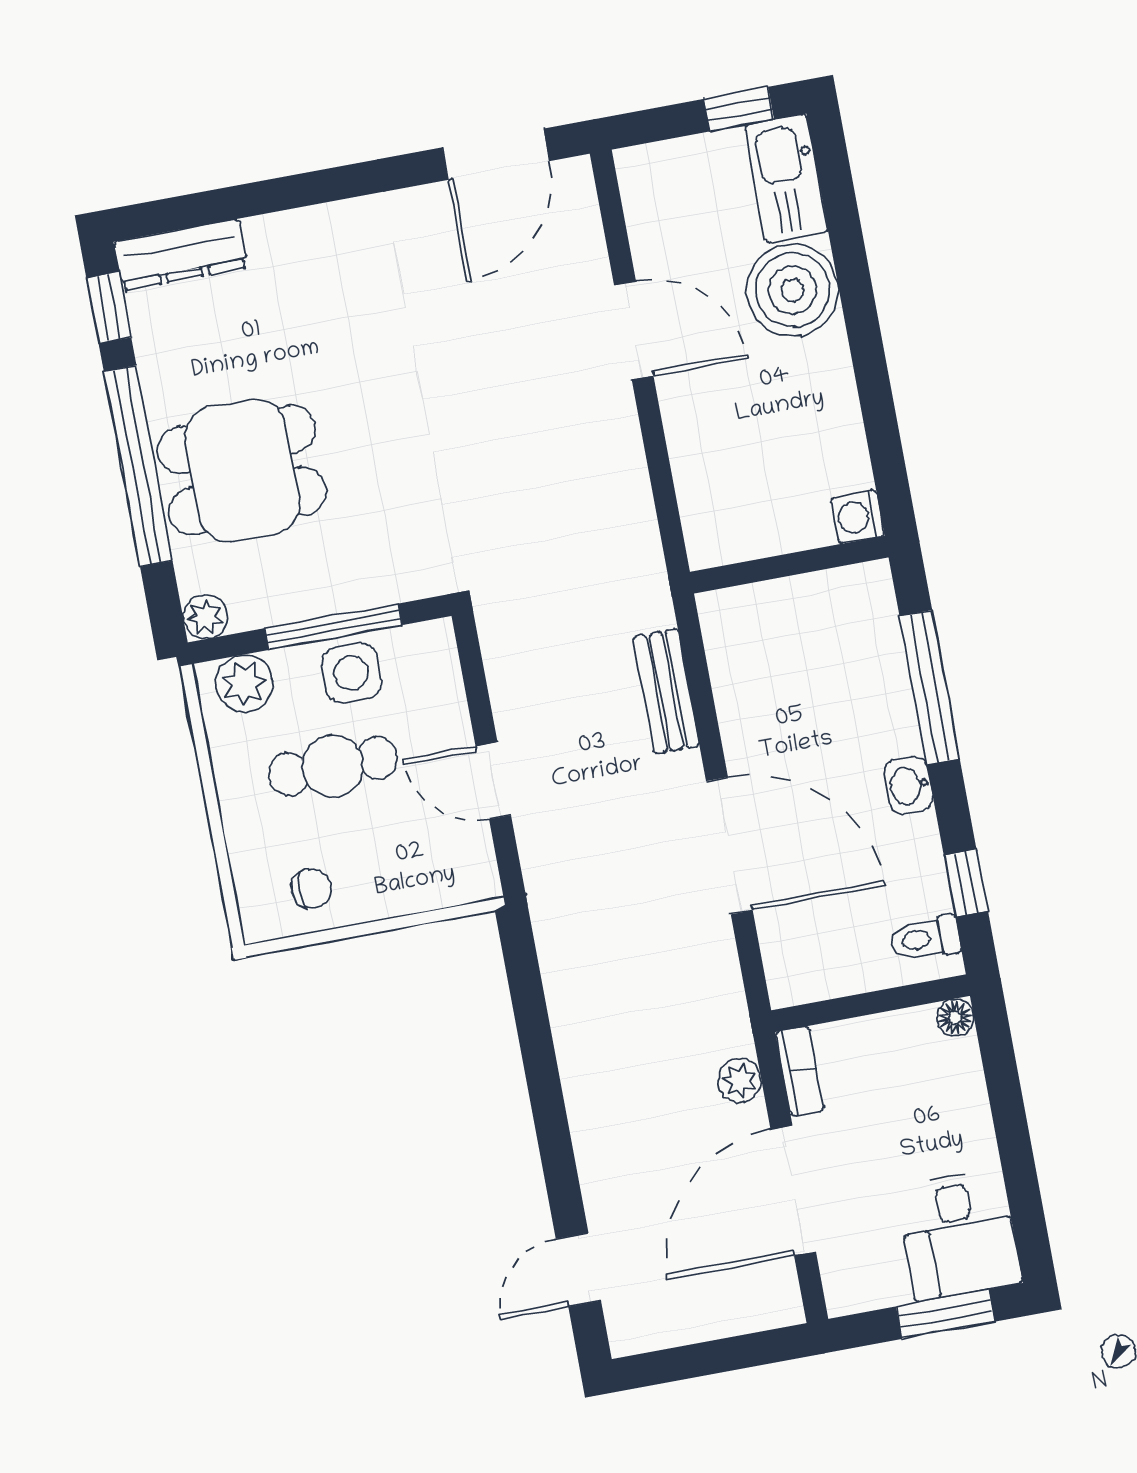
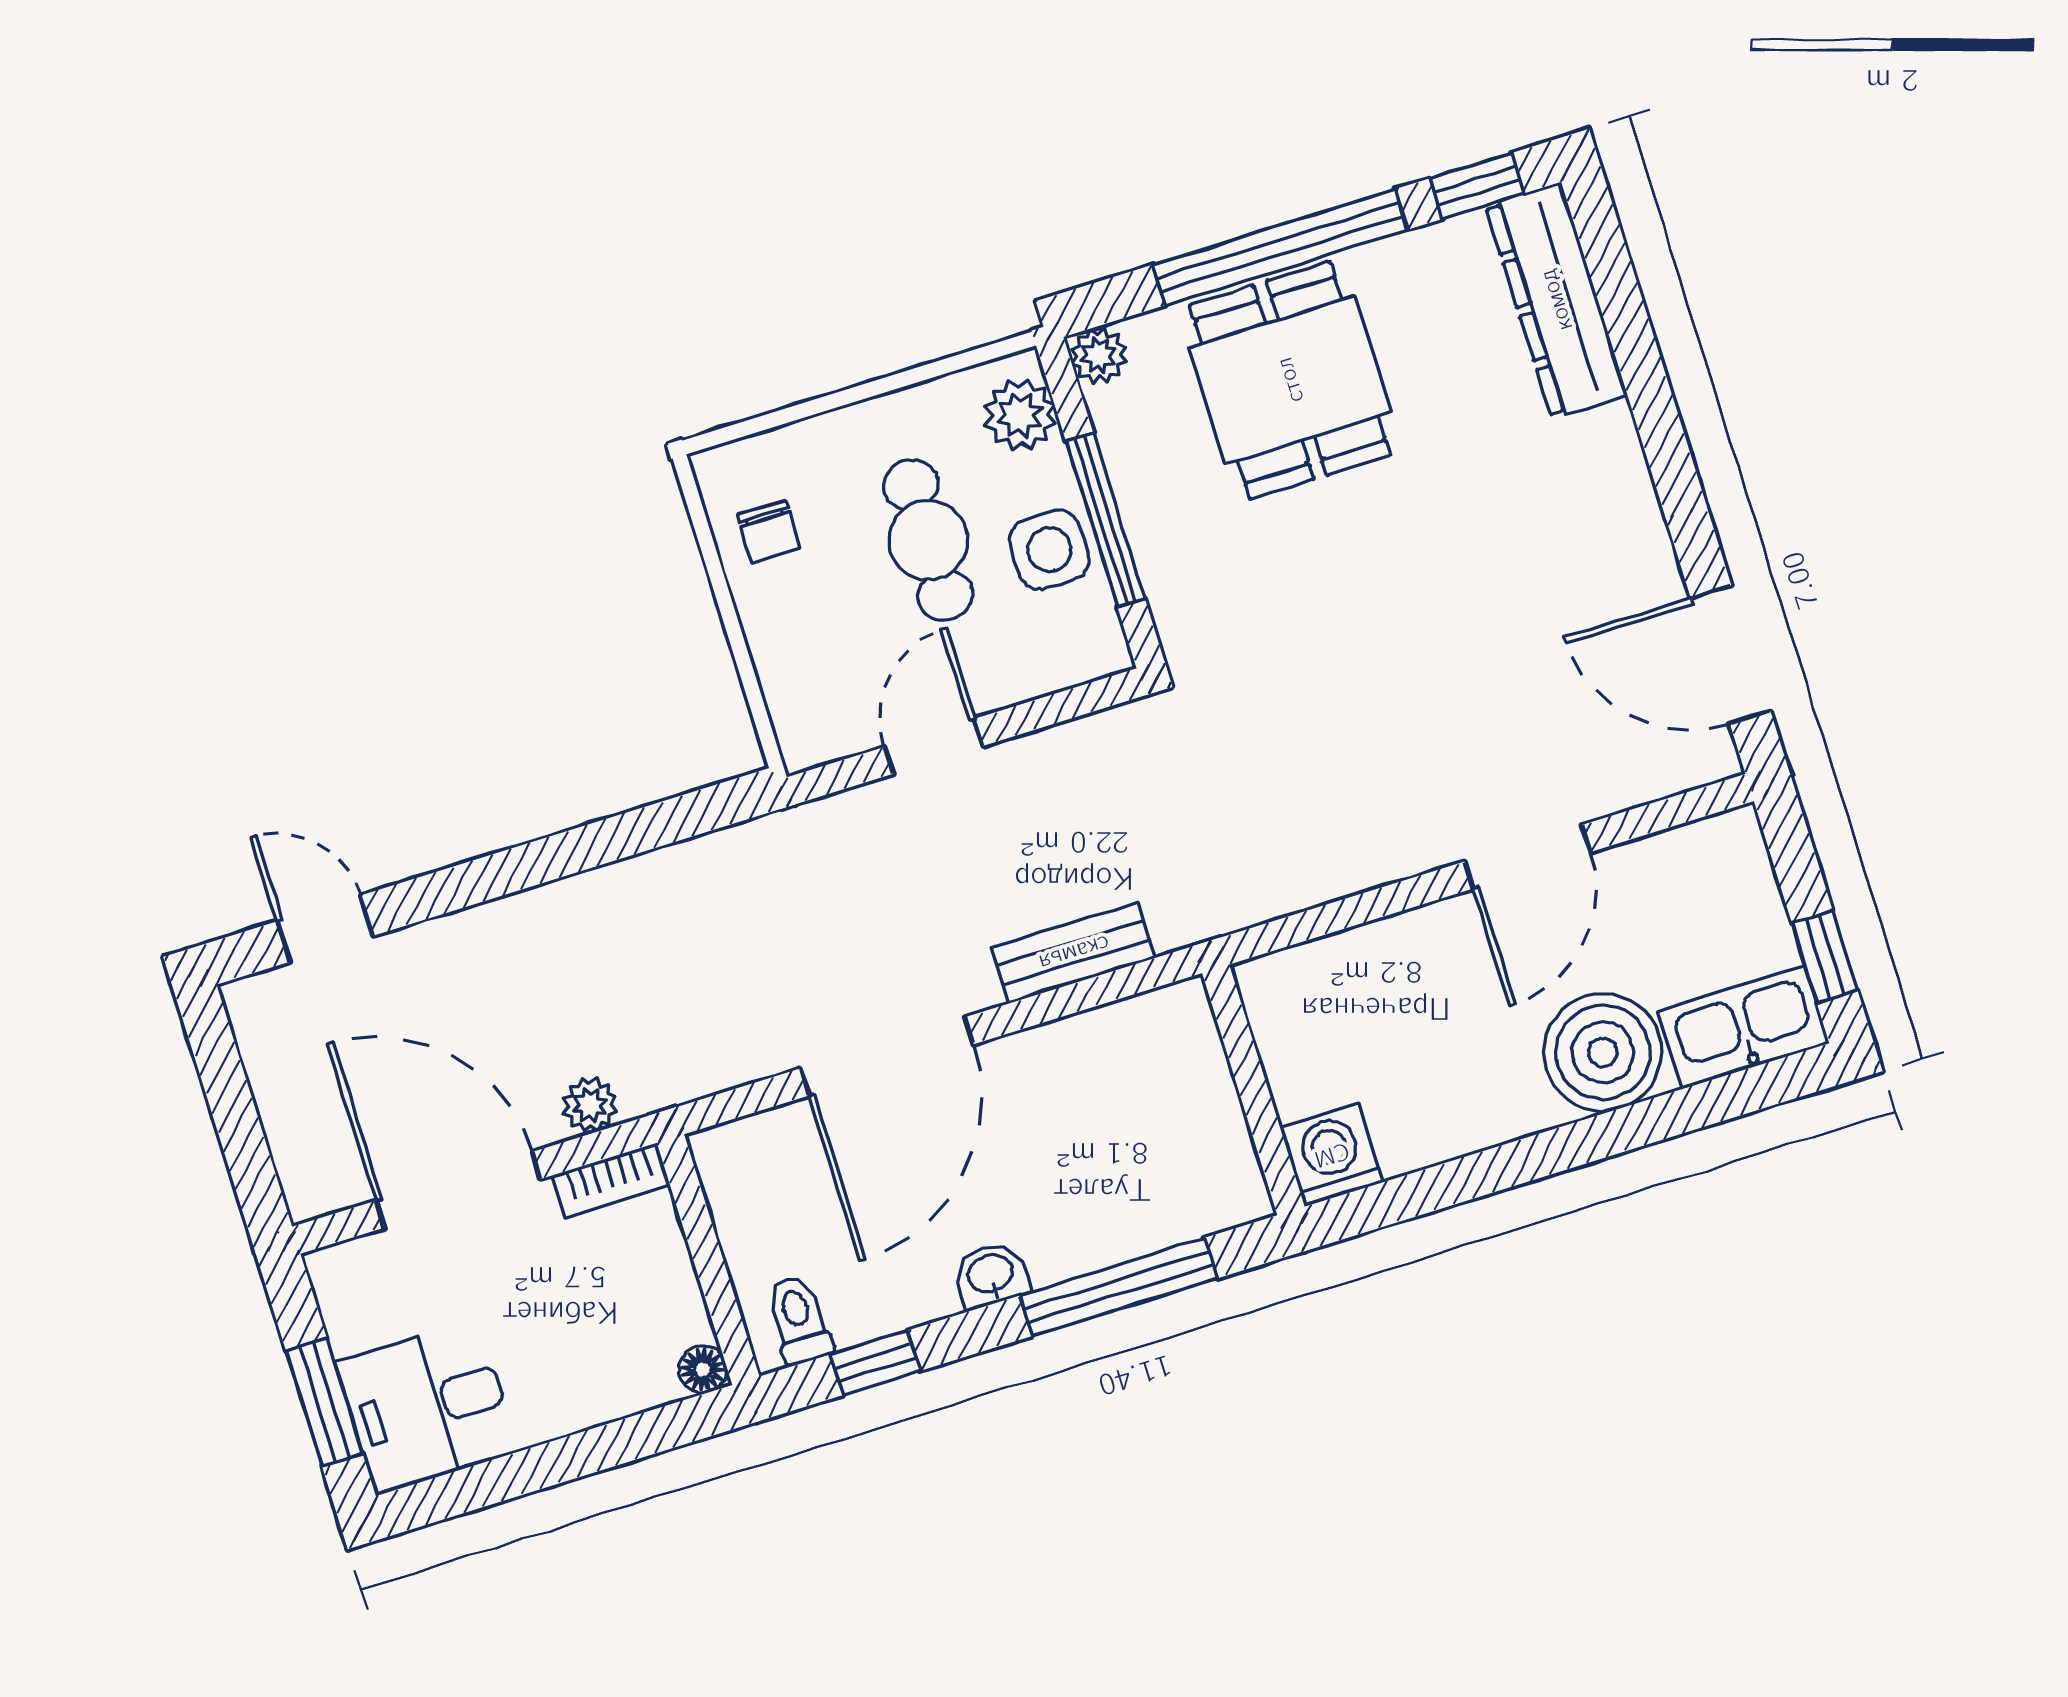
dresser: (181, 255) -> (1556, 300), width x1.37, depth x1.24
washing machine: (857, 517) -> (1332, 1155), width x1.38, depth x1.38

